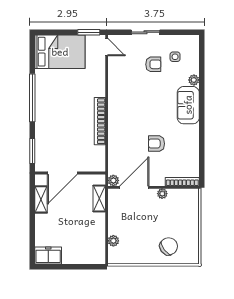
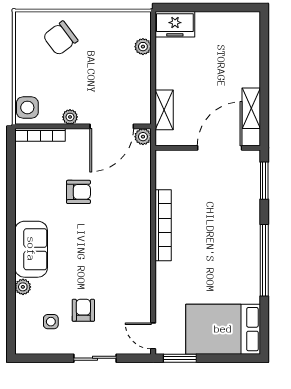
armchair: (153, 64) -> (83, 310), turned 90
side table: (191, 200) -> (27, 107), added
freezer: (48, 256) -> (175, 24), moved

